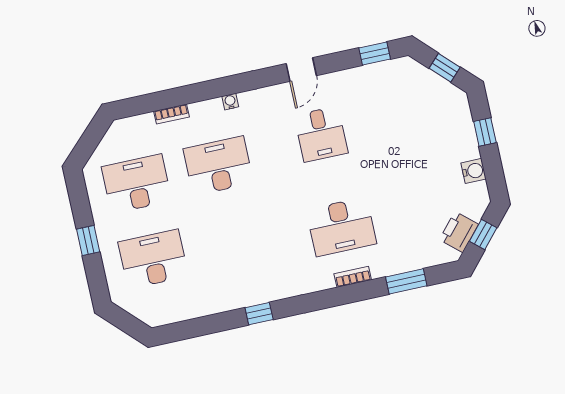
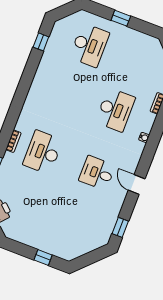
window: (445, 68) -> (89, 258), removed
water cooler: (474, 171) -> (27, 239), removed
desk: (137, 184) -> (134, 62), removed
window: (259, 314) -> (41, 42), moved

